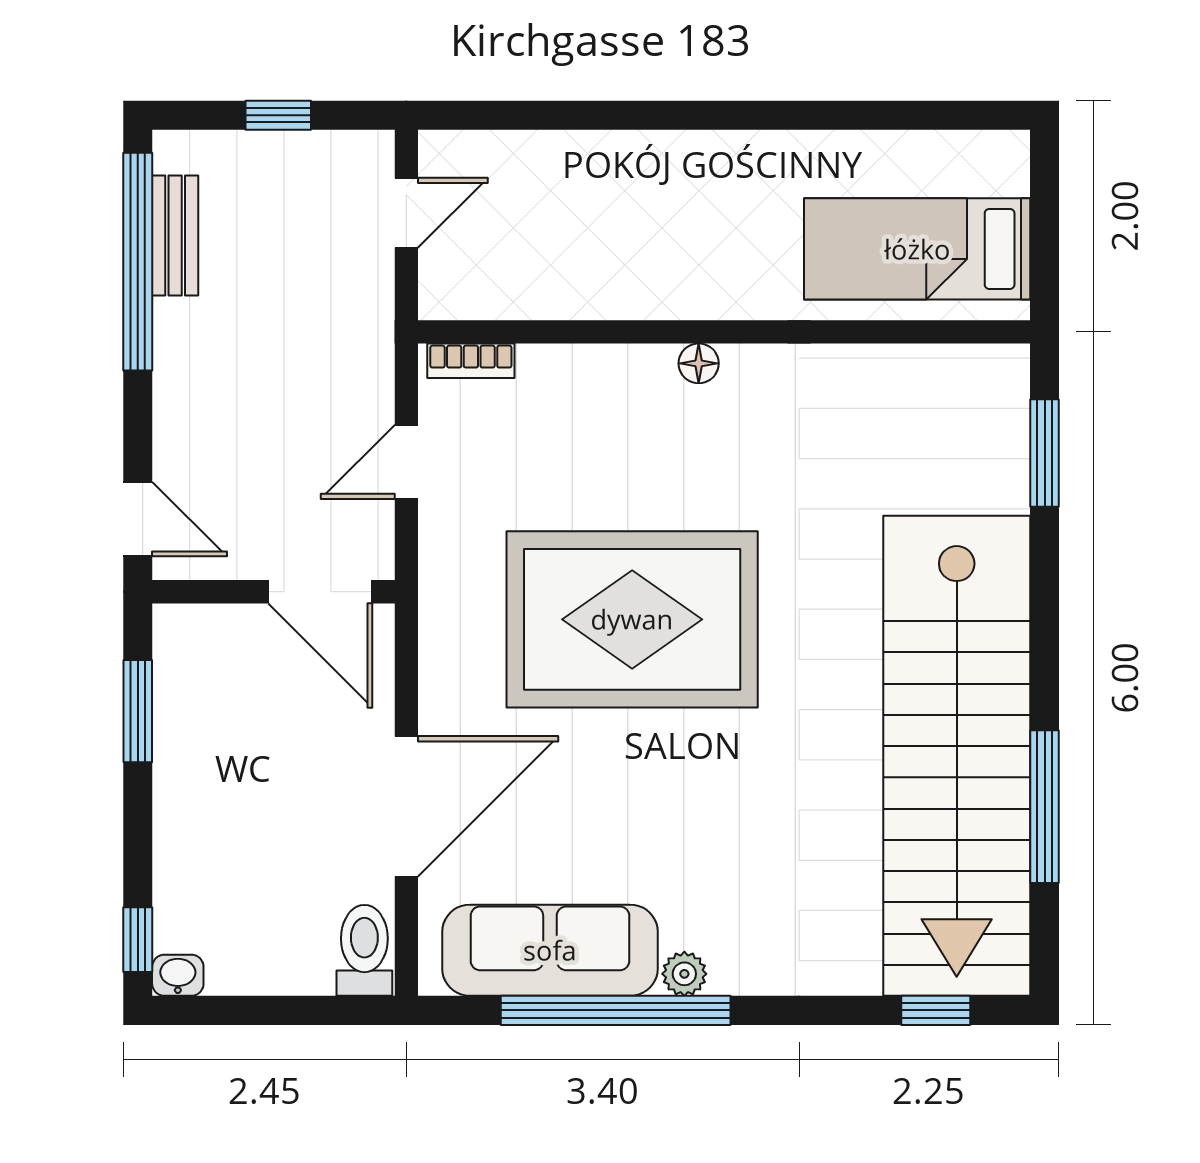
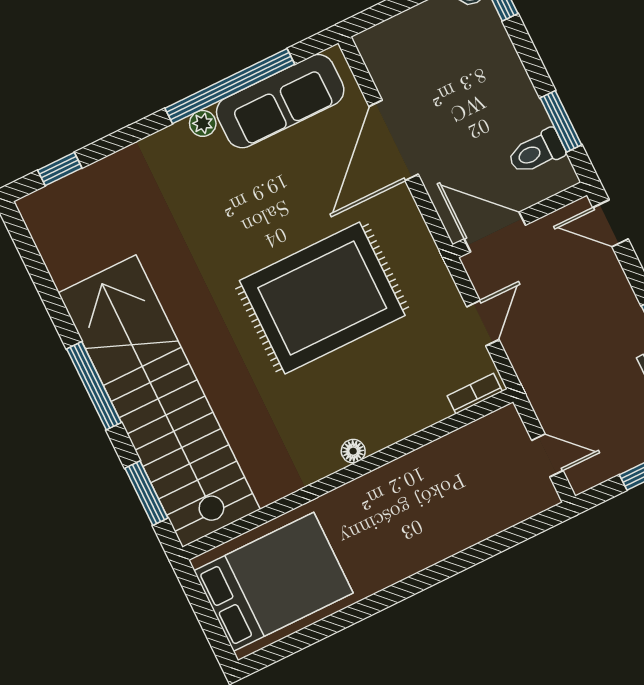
door: (406, 213) -> (547, 455), swing flipped
bed: (917, 249) -> (273, 582), width x1.50
stairs: (957, 756) -> (159, 401), moved
window: (1045, 807) -> (94, 386), moved
toilet: (364, 950) -> (536, 152), moved, turned 90

